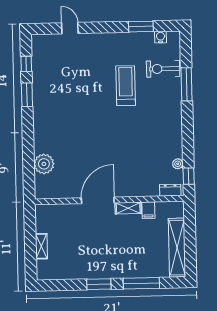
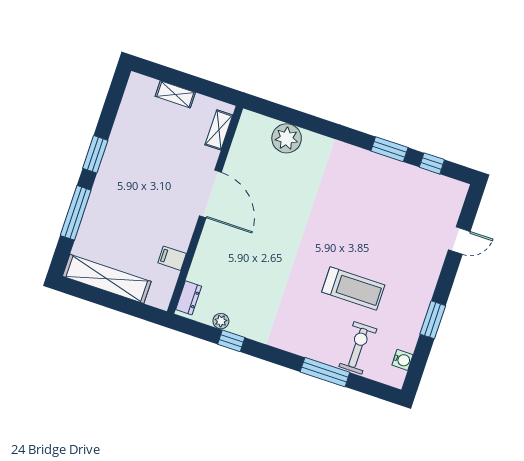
window: (141, 27) -> (433, 320), moved
window: (189, 176) -> (231, 341), moved
shelving: (128, 208) -> (219, 130), moved

